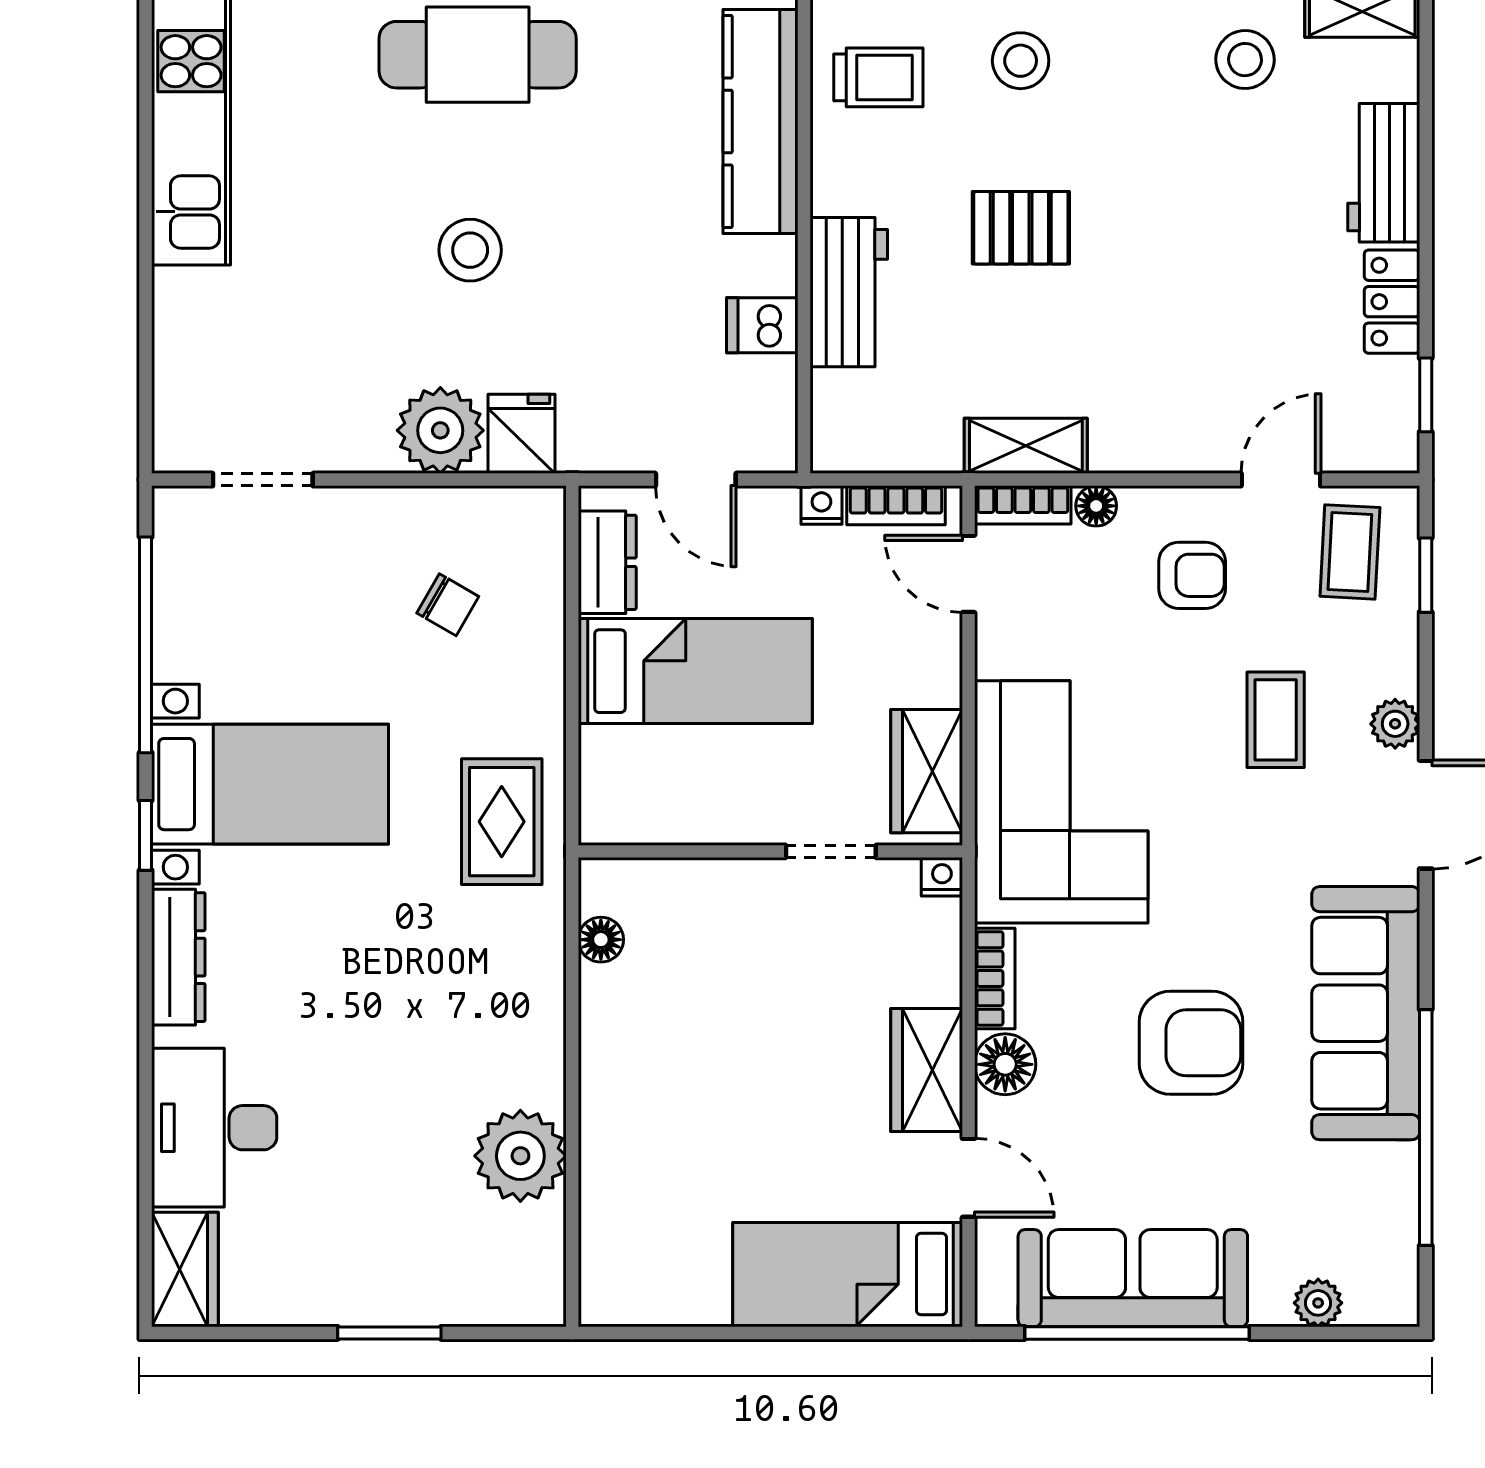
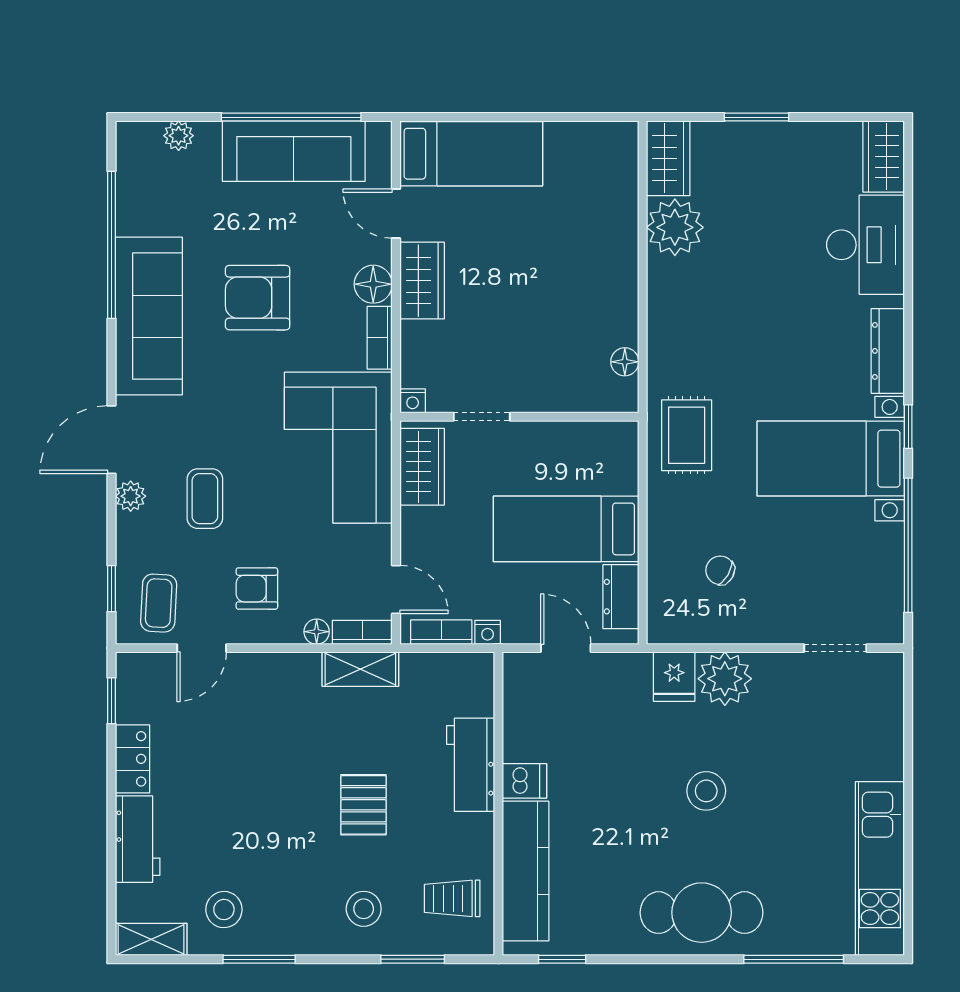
pallet: (1021, 228) -> (363, 805), turned 90
dishwasher: (762, 325) -> (524, 781), moved
wardrobe: (531, 1267) -> (668, 158), added

